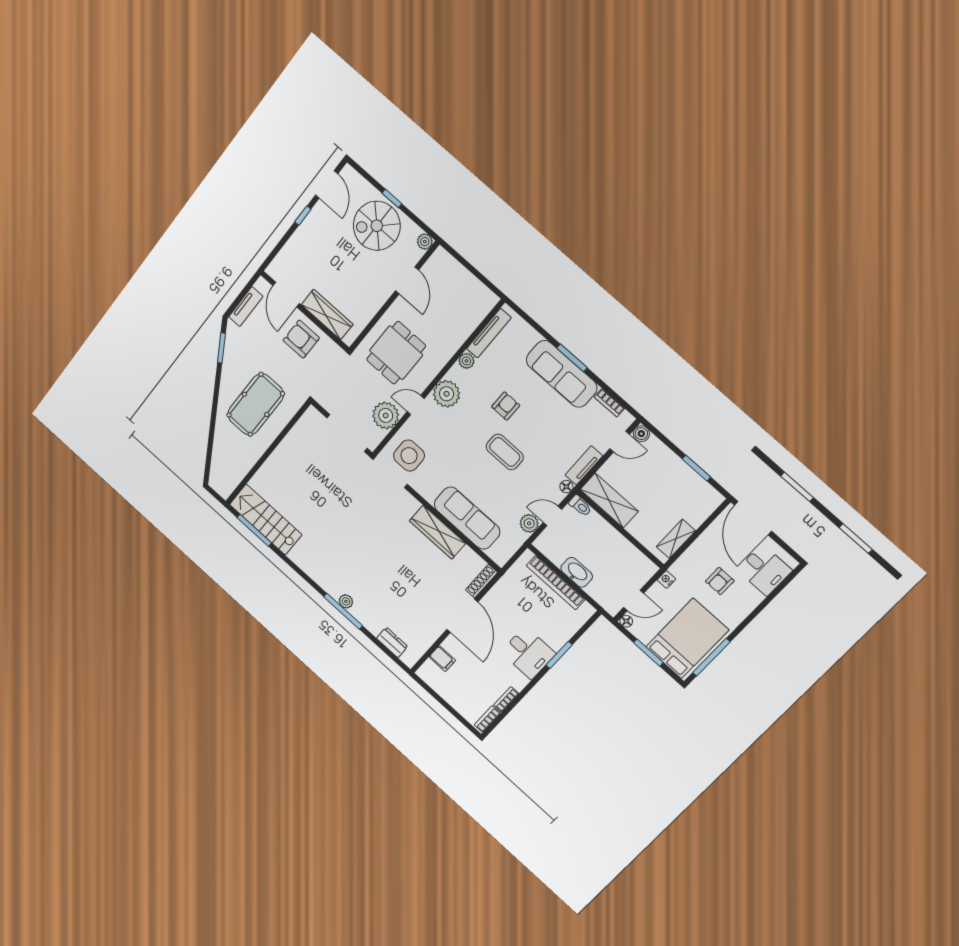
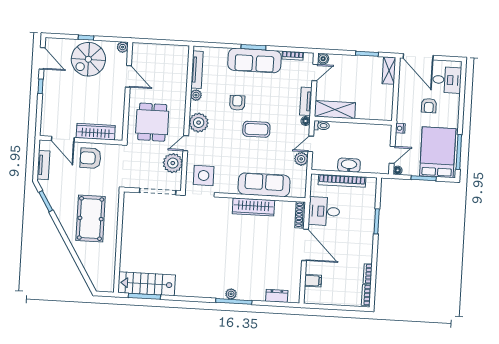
shelving: (676, 539) -> (389, 71), moved
desk: (528, 653) -> (324, 211), moved, turned 180

